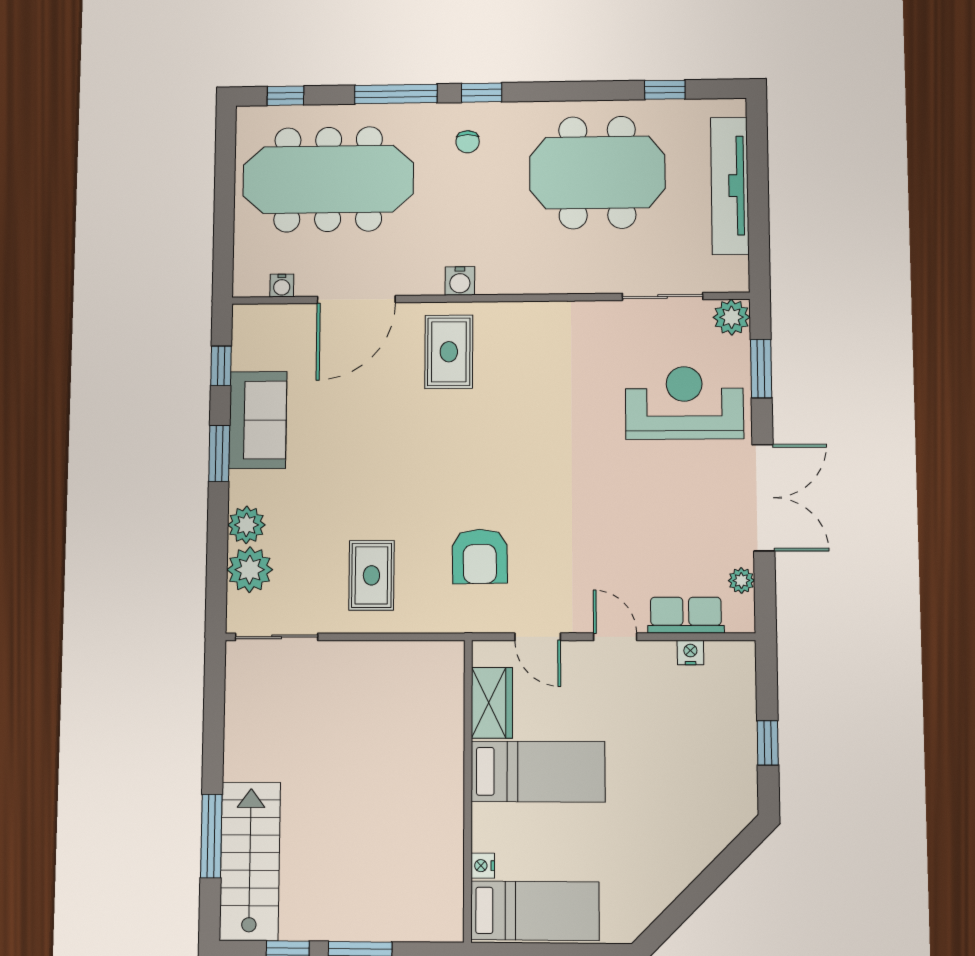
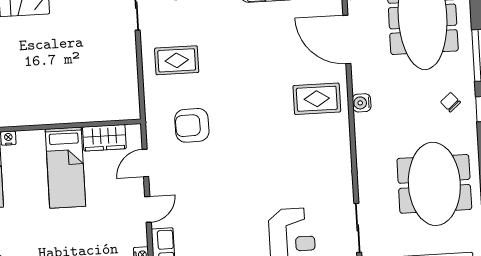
chair: (468, 142) -> (451, 102), turned 49

